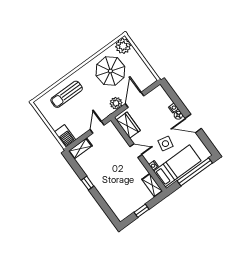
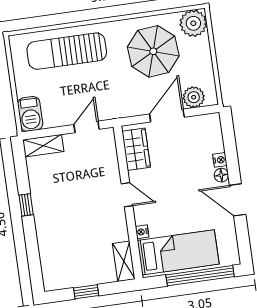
sun lounger: (67, 94) -> (67, 51), width x1.36, depth x1.34
plant: (116, 103) -> (194, 97), moved
side table: (165, 144) -> (178, 208), removed

